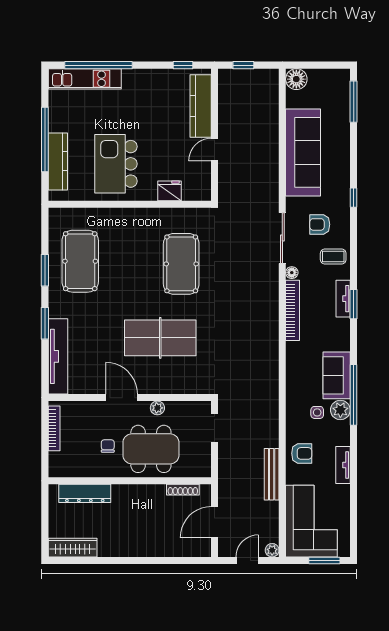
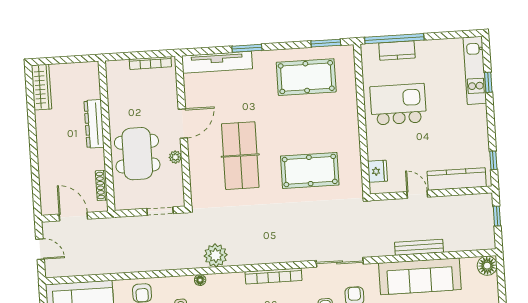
window: (98, 65) -> (488, 82), width x0.32
window: (45, 140) -> (394, 39), moved
kitchen counter: (58, 161) -> (397, 50), width x0.67
fridge: (170, 191) -> (377, 171), moved
window: (45, 270) -> (326, 43), moved
floor lamp: (292, 273) -> (200, 280), moved
chair: (108, 446) -> (137, 114), removed
bench: (272, 474) -> (419, 247), moved
dresser: (85, 493) -> (94, 124), moved
plant: (272, 550) -> (216, 255), moved, width x1.88, depth x1.88

